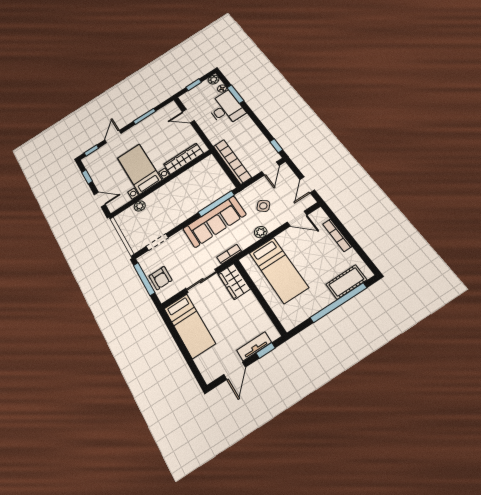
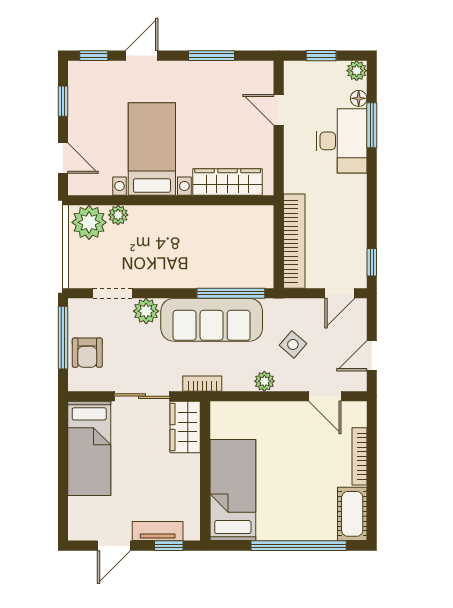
plant: (127, 218) -> (89, 222), added
plant: (179, 239) -> (146, 311), added
bed: (279, 270) -> (233, 490), moved, turned 180
cot: (346, 282) -> (352, 514), moved, turned 90

